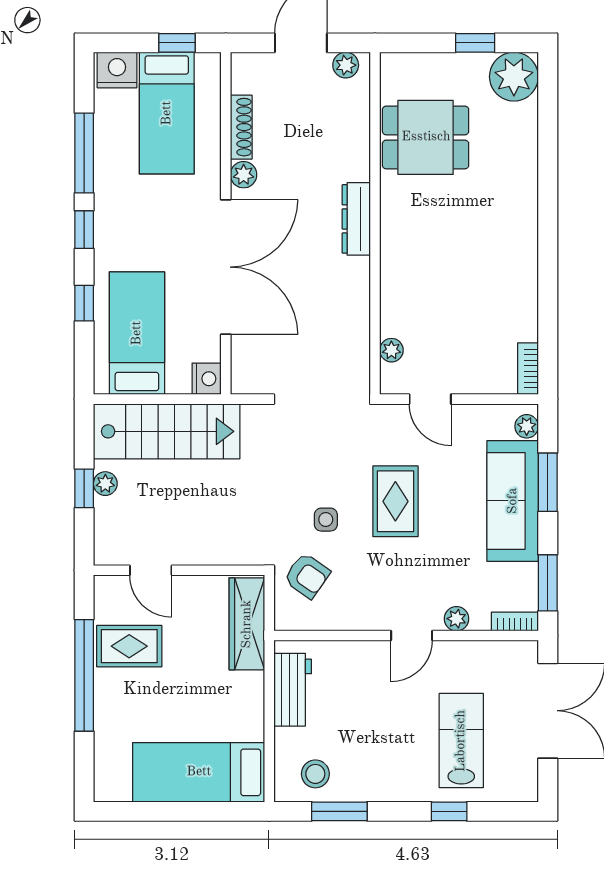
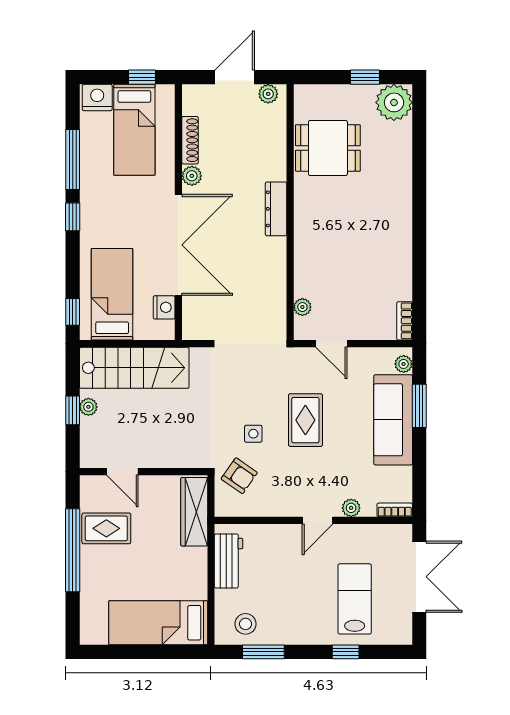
window: (84, 303) -> (73, 312), moved
nightstand: (207, 379) -> (164, 307), moved
window: (548, 583) -> (419, 481), removed

